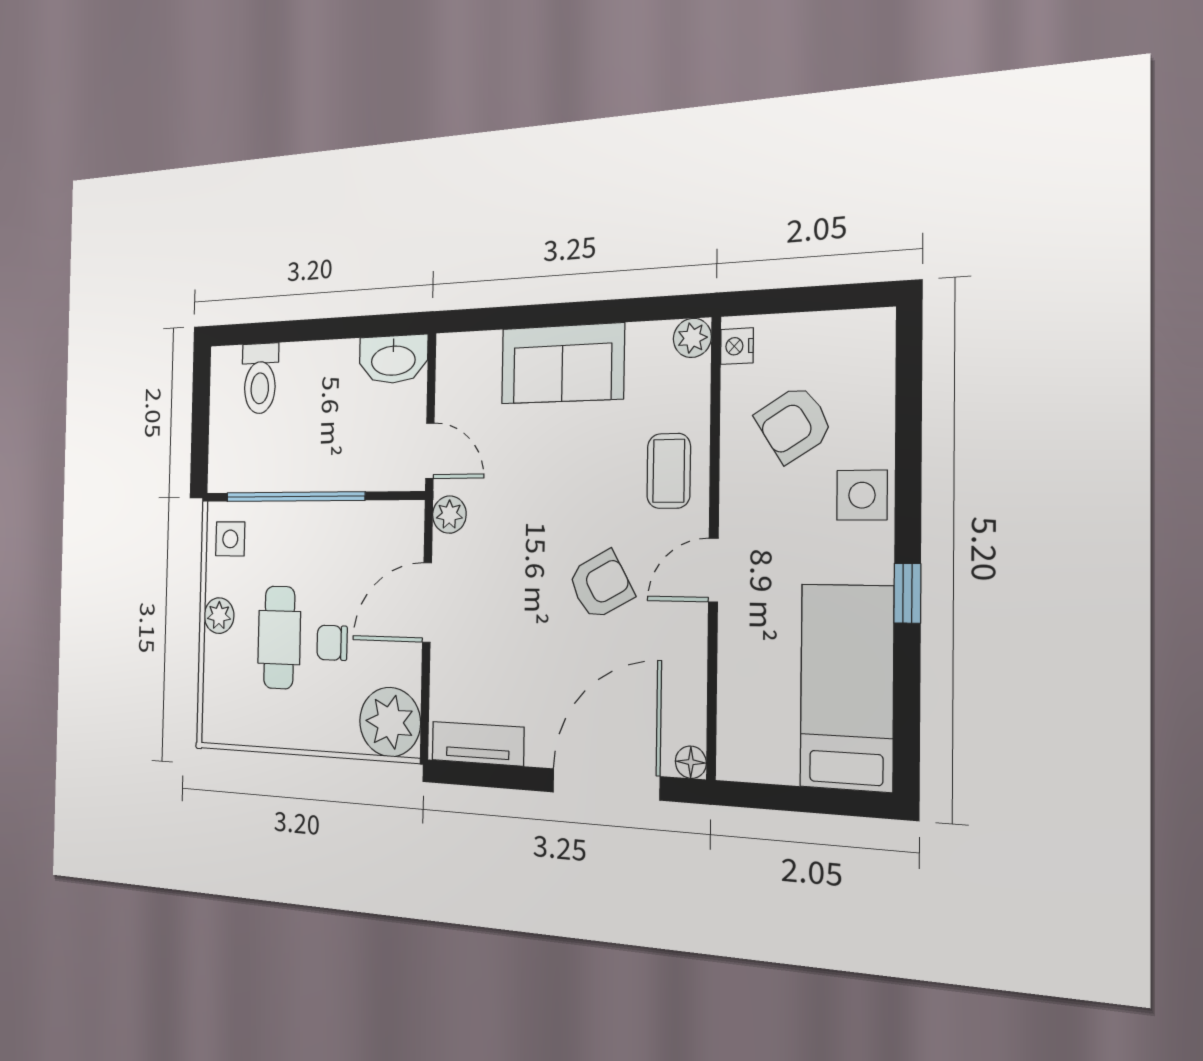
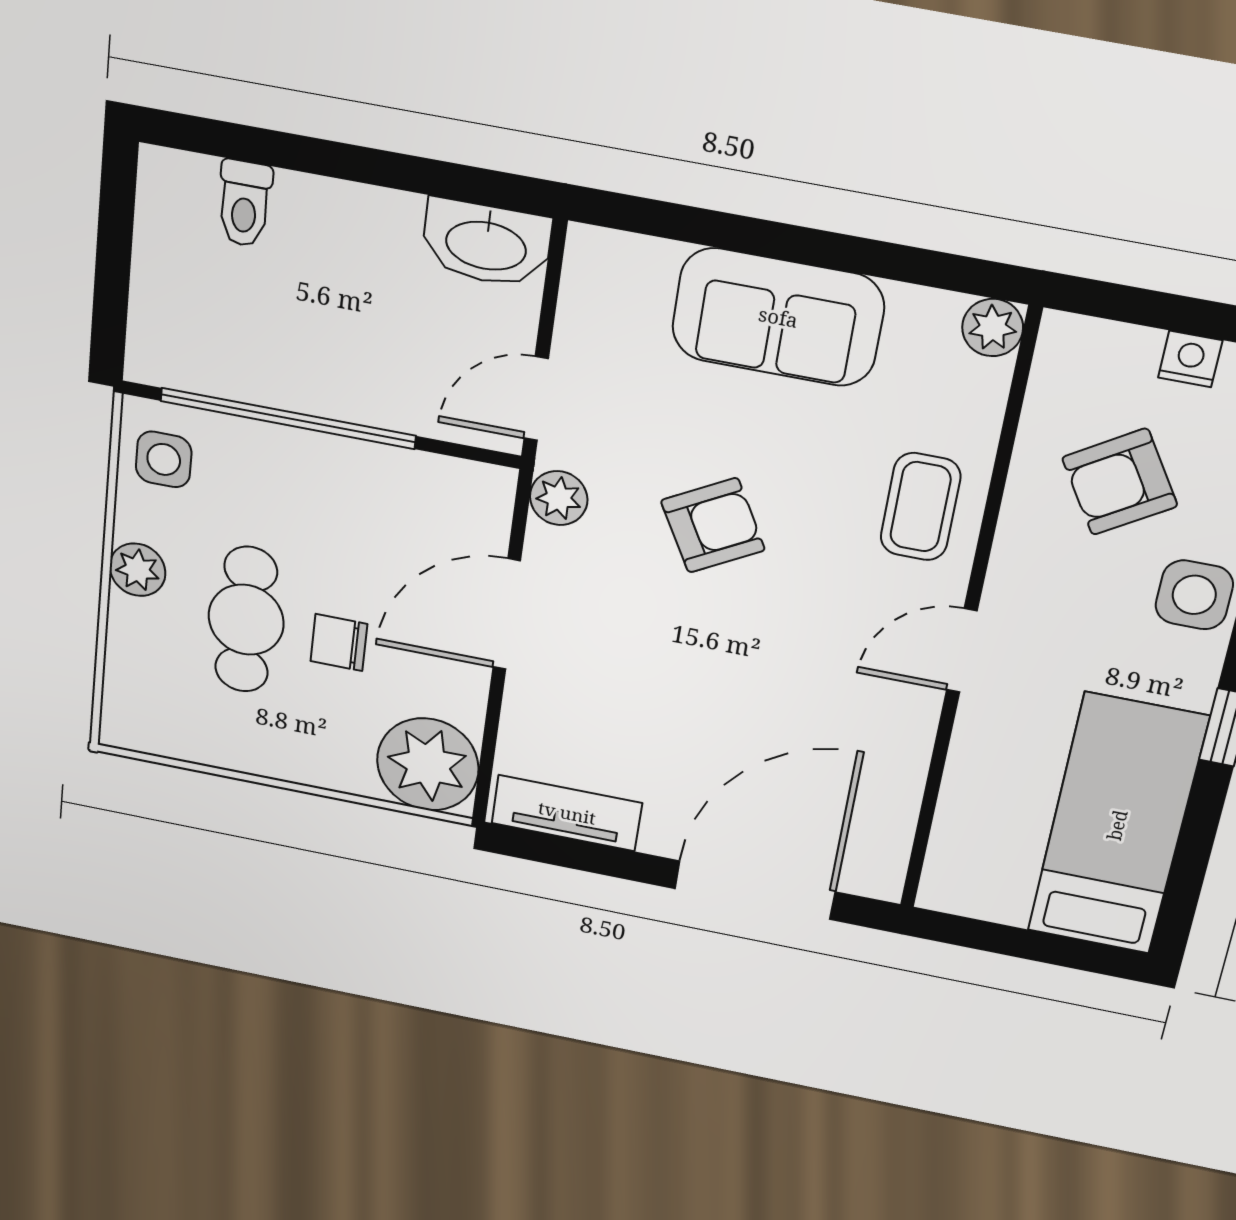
nightstand: (737, 346) -> (1190, 359), moved, turned 90
toilet: (260, 379) -> (245, 204), width x0.73, depth x0.72
door: (430, 451) -> (536, 399), swing flipped
armchair: (601, 585) -> (713, 525), moved
floor lamp: (691, 762) -> (883, 881), removed

